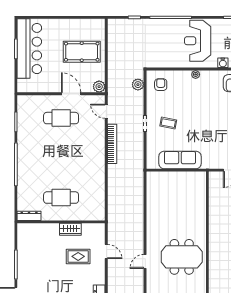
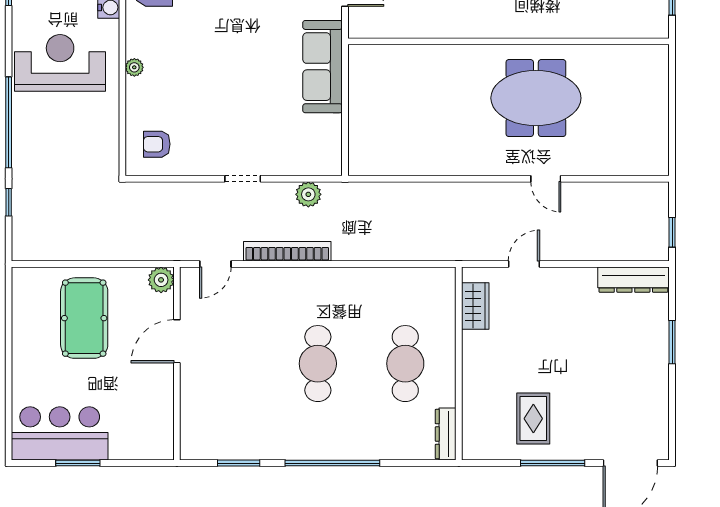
reception desk: (198, 41) -> (60, 63), turned 180
bar counter: (29, 49) -> (60, 433), width x0.73
plant: (138, 85) -> (308, 194), moved
cafe table: (61, 118) -> (318, 364), moved
coffee table: (168, 123) -> (241, 128), removed
sofa: (180, 160) -> (323, 67), moved
wardrobe: (70, 229) -> (475, 306), moved
rug: (78, 256) -> (533, 419), moved
meeting table: (182, 257) -> (536, 98), turned 90

